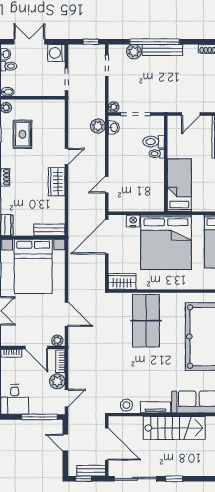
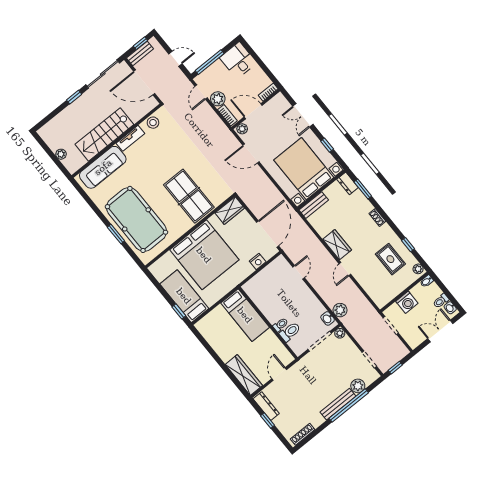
double door: (29, 42) -> (440, 331), swing flipped
washing machine: (56, 53) -> (407, 302), moved, turned 90
bed: (166, 242) -> (204, 255), moved, turned 180

